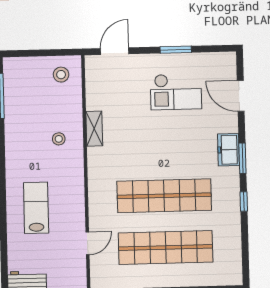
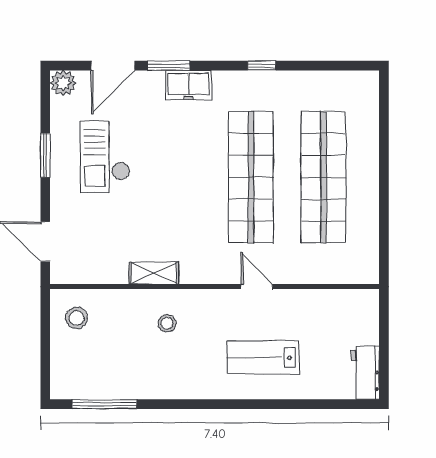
plant: (227, 61) -> (63, 83), added
checkout: (176, 92) -> (105, 157), turned 180
window: (242, 158) -> (169, 66), moved
door: (88, 243) -> (257, 287), moved

